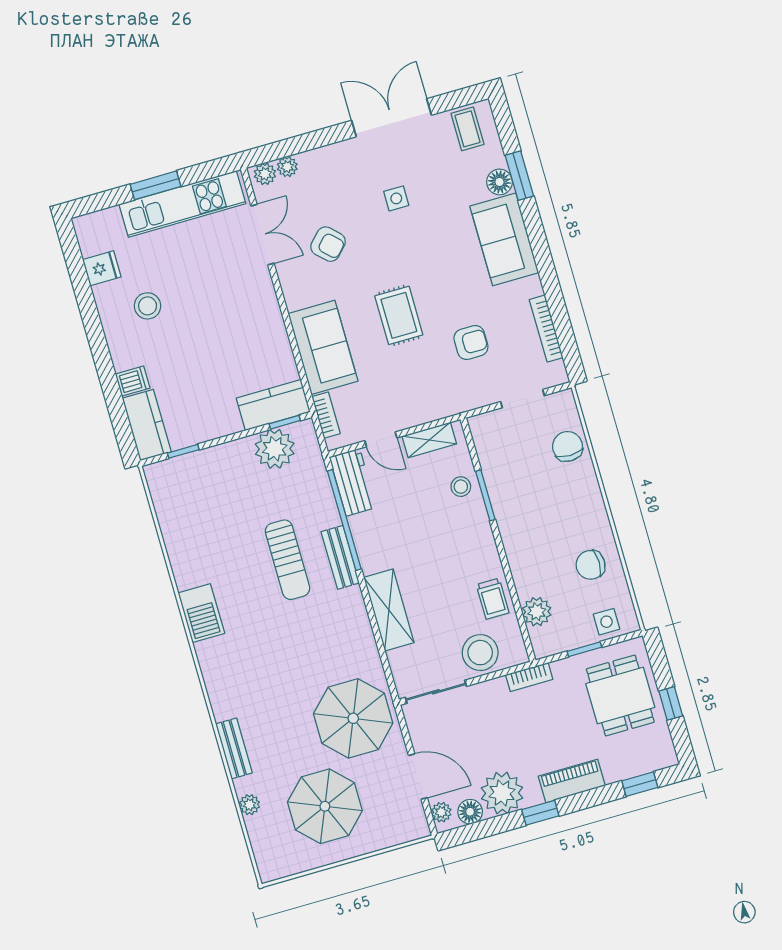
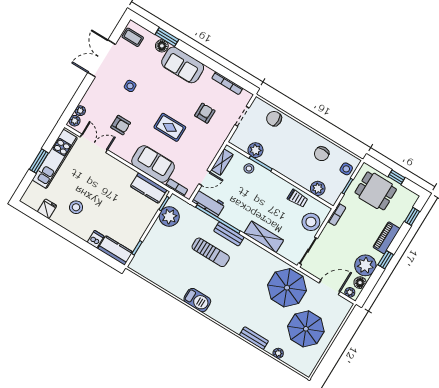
armchair: (328, 244) -> (121, 125), turned 46
kitchen counter: (273, 405) -> (149, 188), moved, turned -90
plant: (496, 468) -> (255, 150), added

